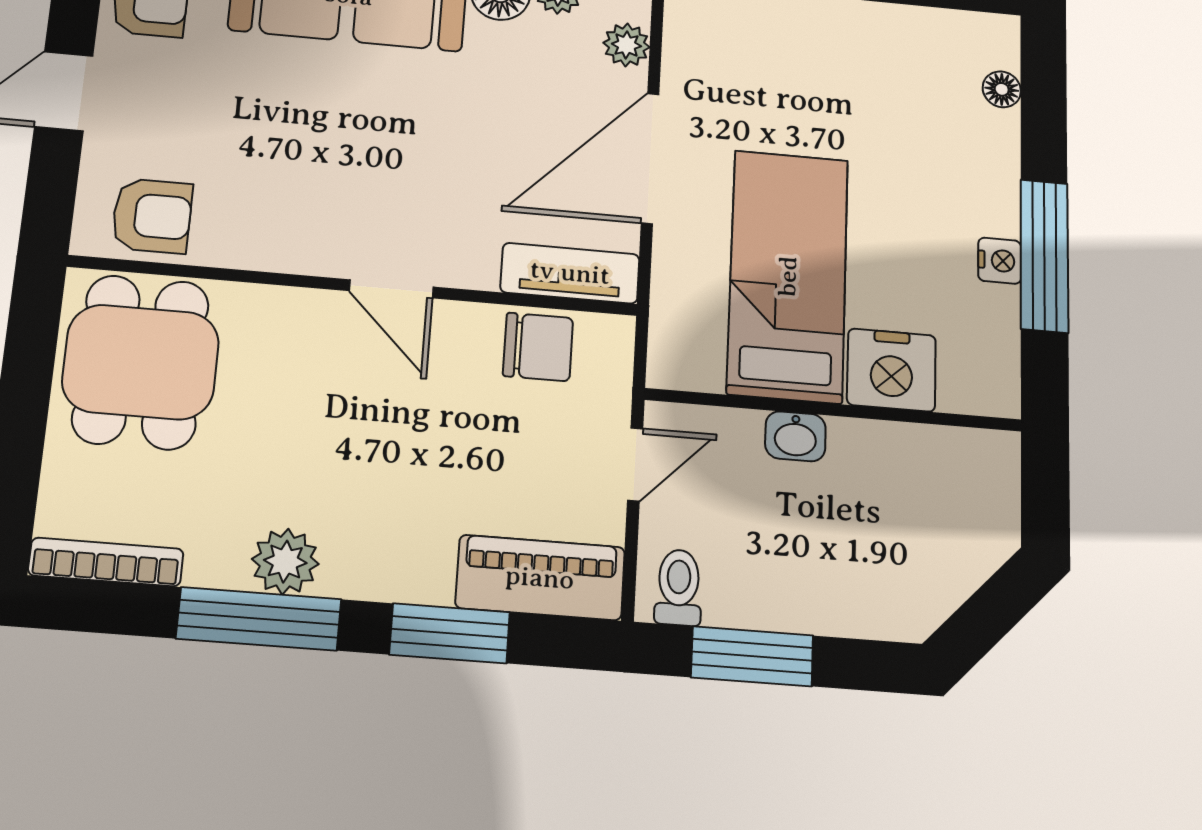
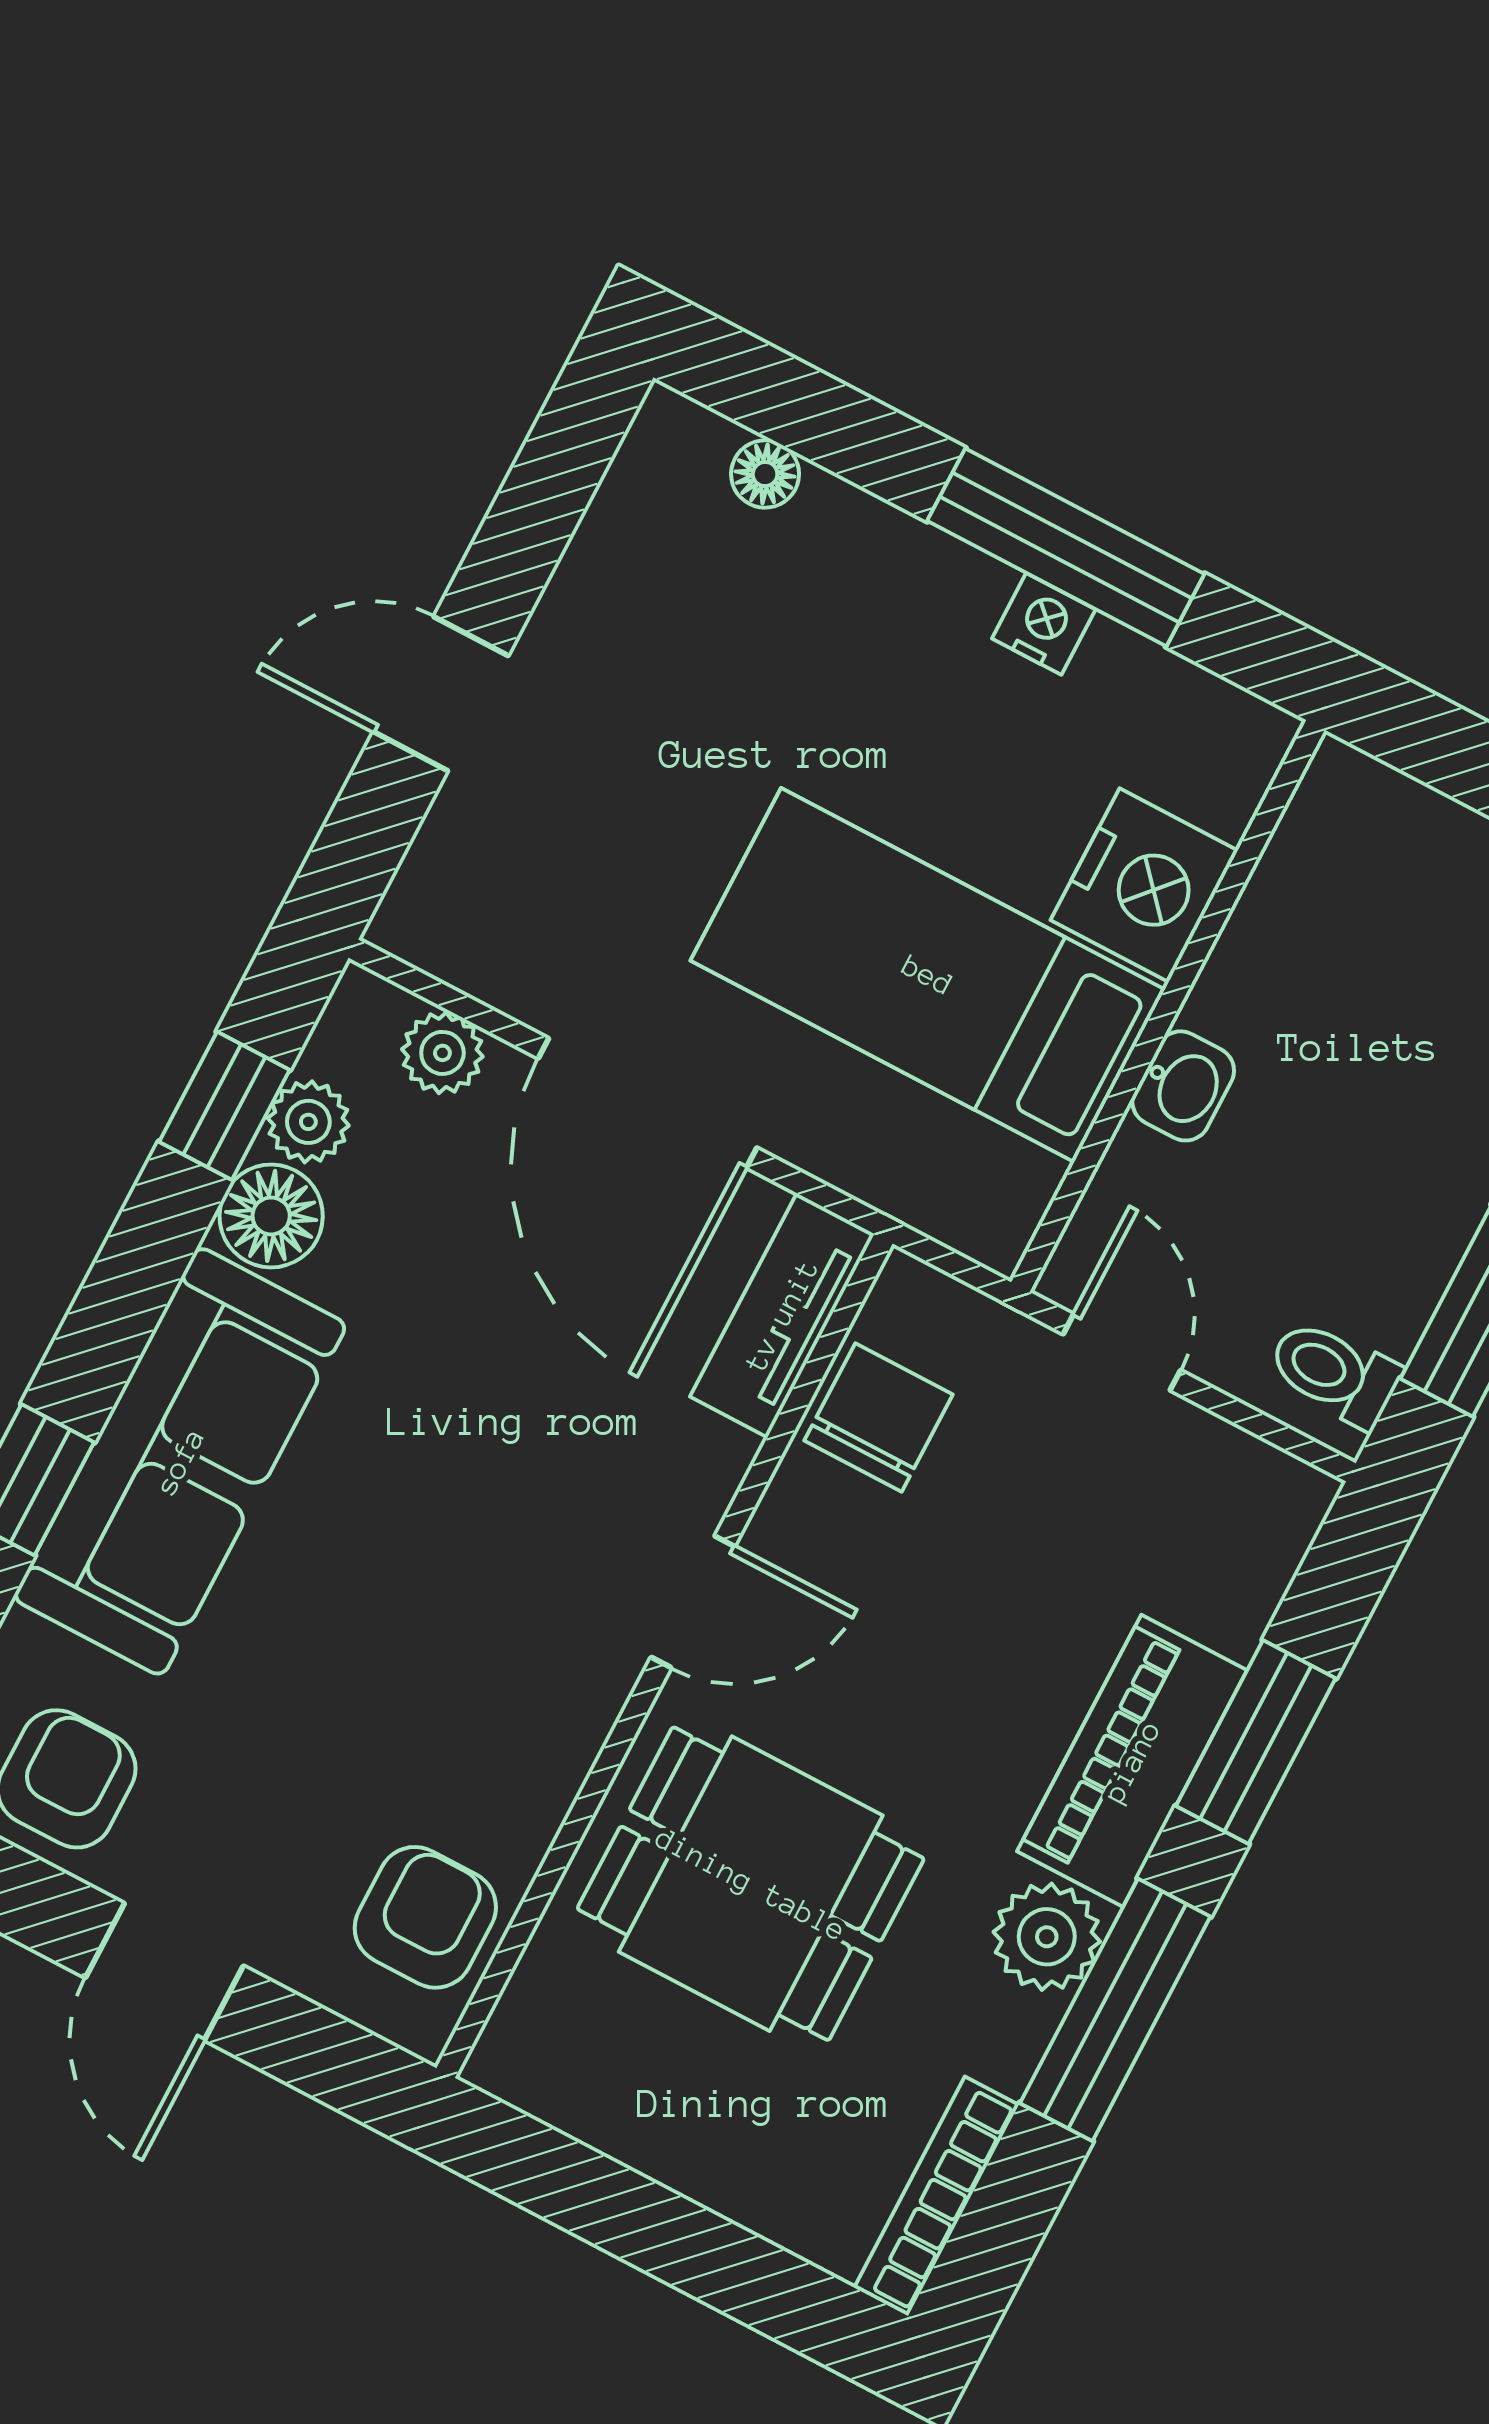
dining table: (141, 362) -> (751, 1884), moved
piano: (540, 578) -> (1132, 1761), moved

